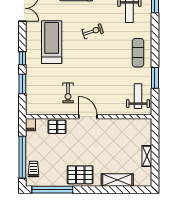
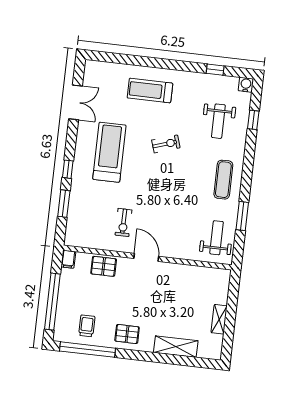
trolley: (33, 169) -> (87, 326), moved
pallet: (80, 175) -> (127, 334), width x0.67, depth x0.71

